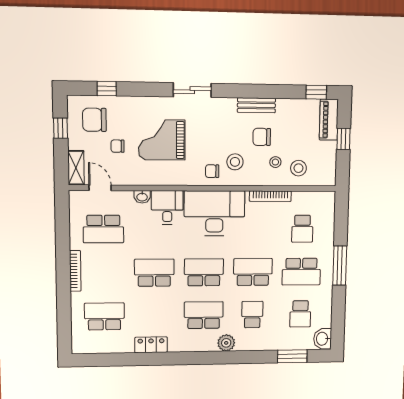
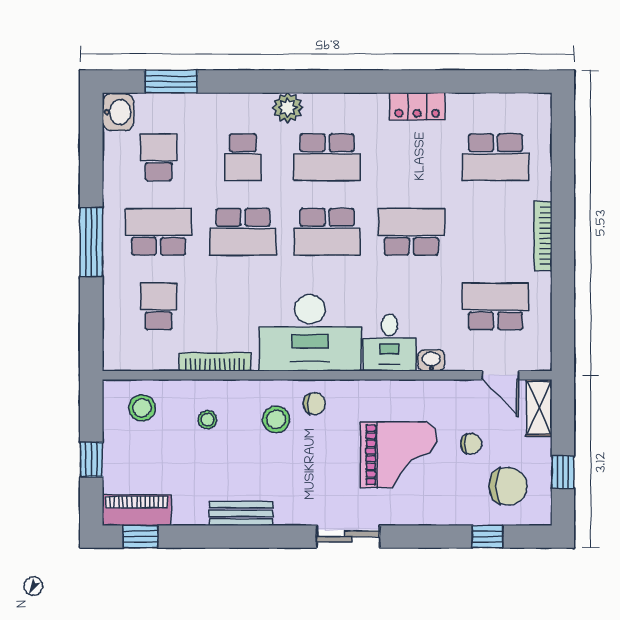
piano: (329, 120) -> (136, 510), moved, turned -90
chair: (262, 137) -> (231, 461), removed
stool: (298, 168) -> (142, 408), moved
school desk: (154, 273) -> (411, 232), turned 180

